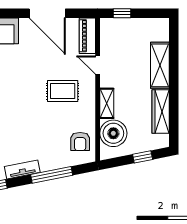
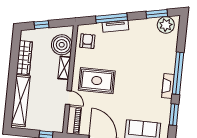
shelving: (160, 65) -> (21, 101), width x1.47
rug: (63, 91) -> (97, 81), width x1.36, depth x1.43
tv unit: (22, 169) -> (115, 26), moved

